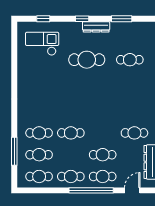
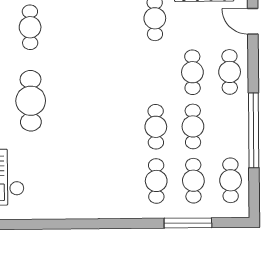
cafe table: (71, 176) -> (193, 126), moved
window: (91, 190) -> (254, 130), moved

